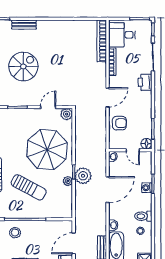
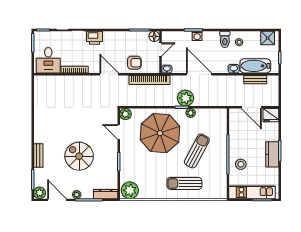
bookcase: (102, 41) -> (149, 80), moved
armchair: (119, 123) -> (134, 63), turned 90

